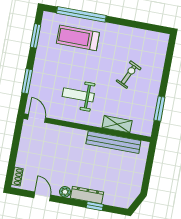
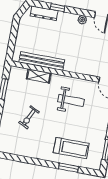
window: (81, 14) -> (68, 168), width x0.47
dresser: (87, 195) -> (44, 13), moved

